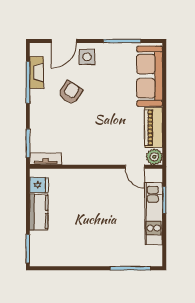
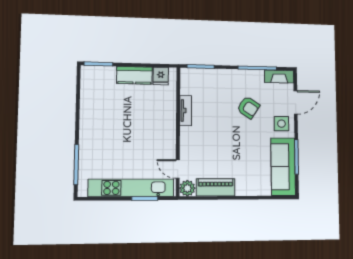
door: (64, 41) -> (296, 102), swing flipped
fireplace: (37, 73) -> (279, 77), moved
sofa: (150, 76) -> (283, 167), moved, turned -90
tv unit: (46, 159) -> (186, 111), moved
door: (135, 167) -> (178, 169), hinge flipped
kitchen unit: (154, 214) -> (131, 188), width x1.36

